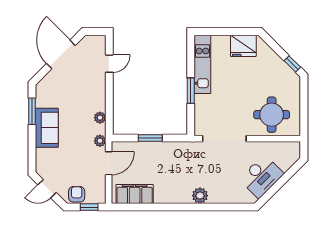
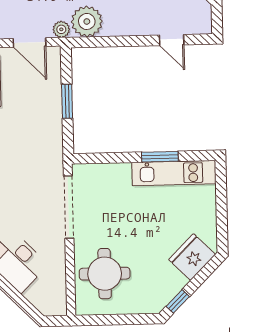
fridge: (243, 46) -> (192, 257), moved, turned 45
window: (191, 91) -> (160, 157), moved
plant: (100, 118) -> (87, 21), width x1.87, depth x1.87

